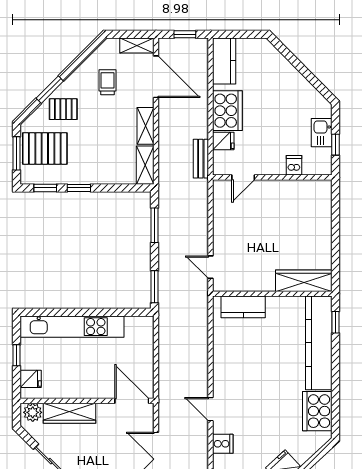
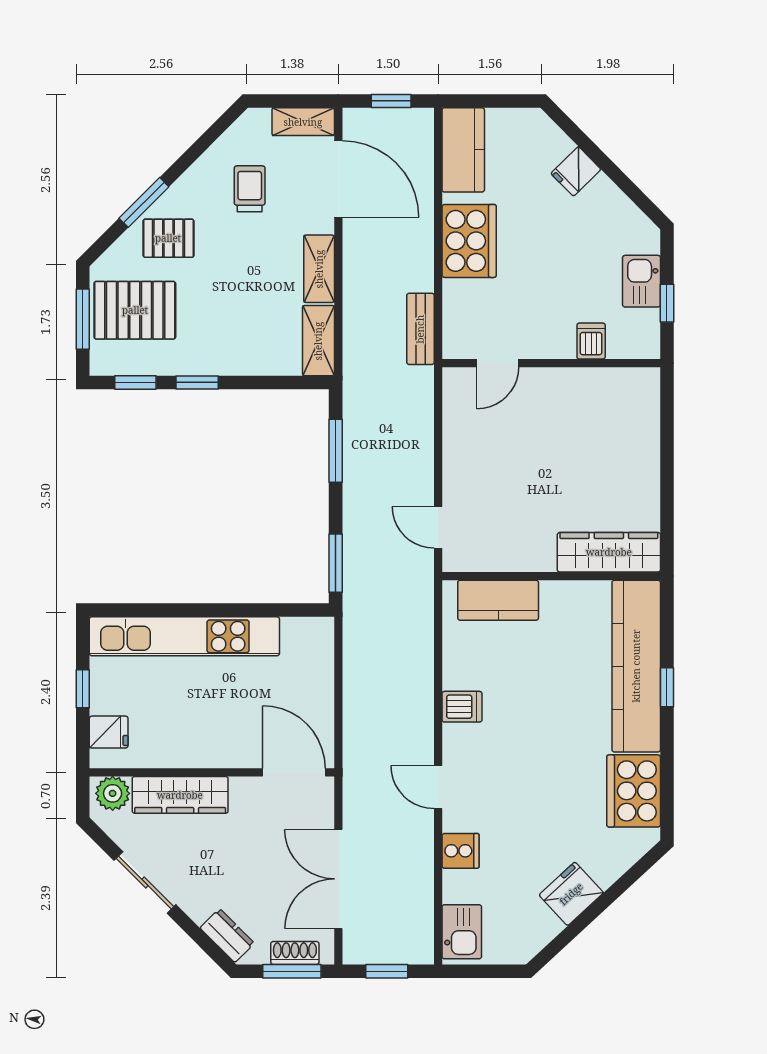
fridge: (223, 141) -> (576, 171), moved, turned 135
window: (335, 322) -> (667, 687), moved
dishwasher: (224, 365) -> (462, 707), added

